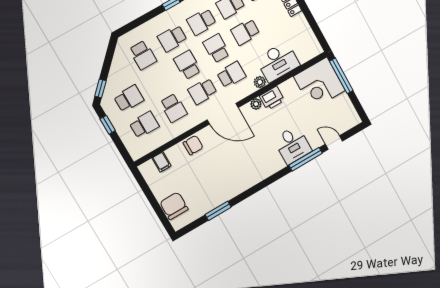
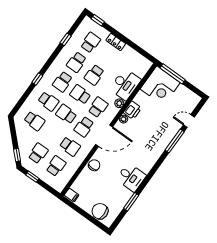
school desk: (172, 38) -> (48, 101), turned -90
desk: (293, 145) -> (131, 177), moved
filing cabinet: (162, 162) -> (72, 195), moved

